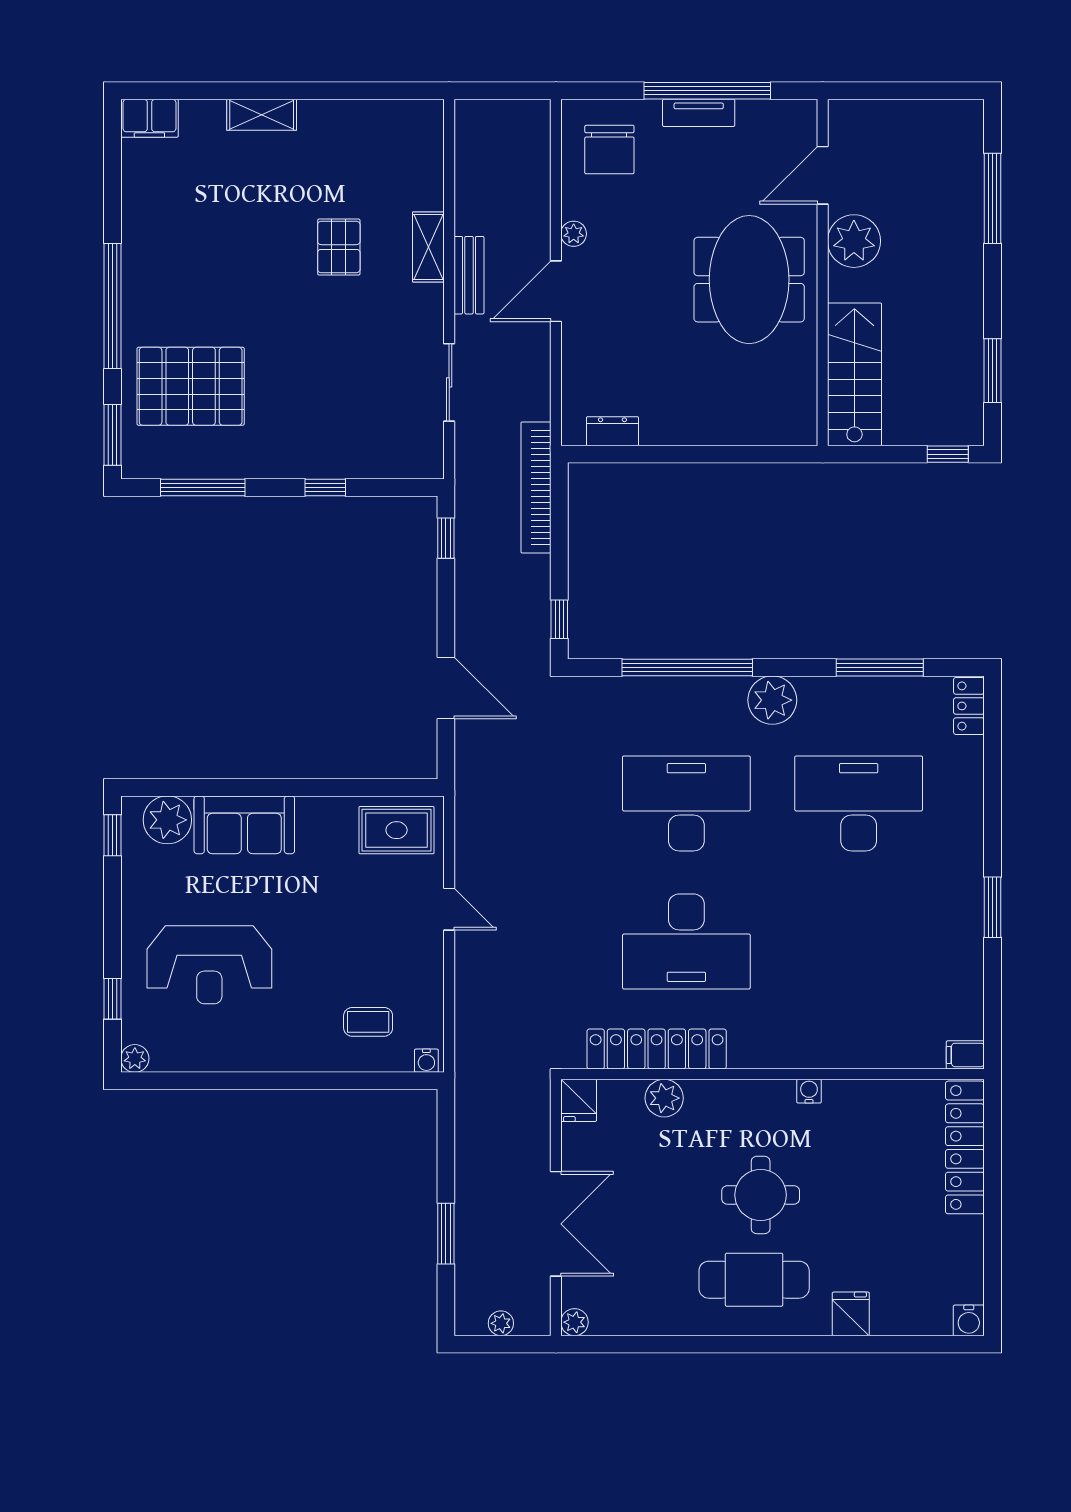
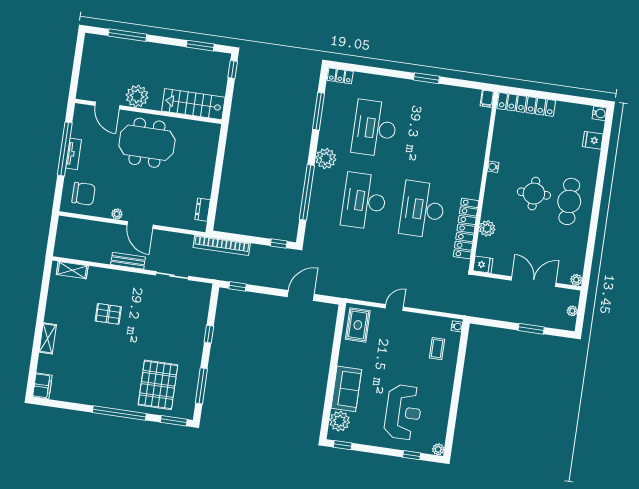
shelving: (428, 247) -> (72, 270), moved
desk: (686, 942) -> (422, 209), turned 180
fridge: (851, 1314) -> (593, 140), moved

